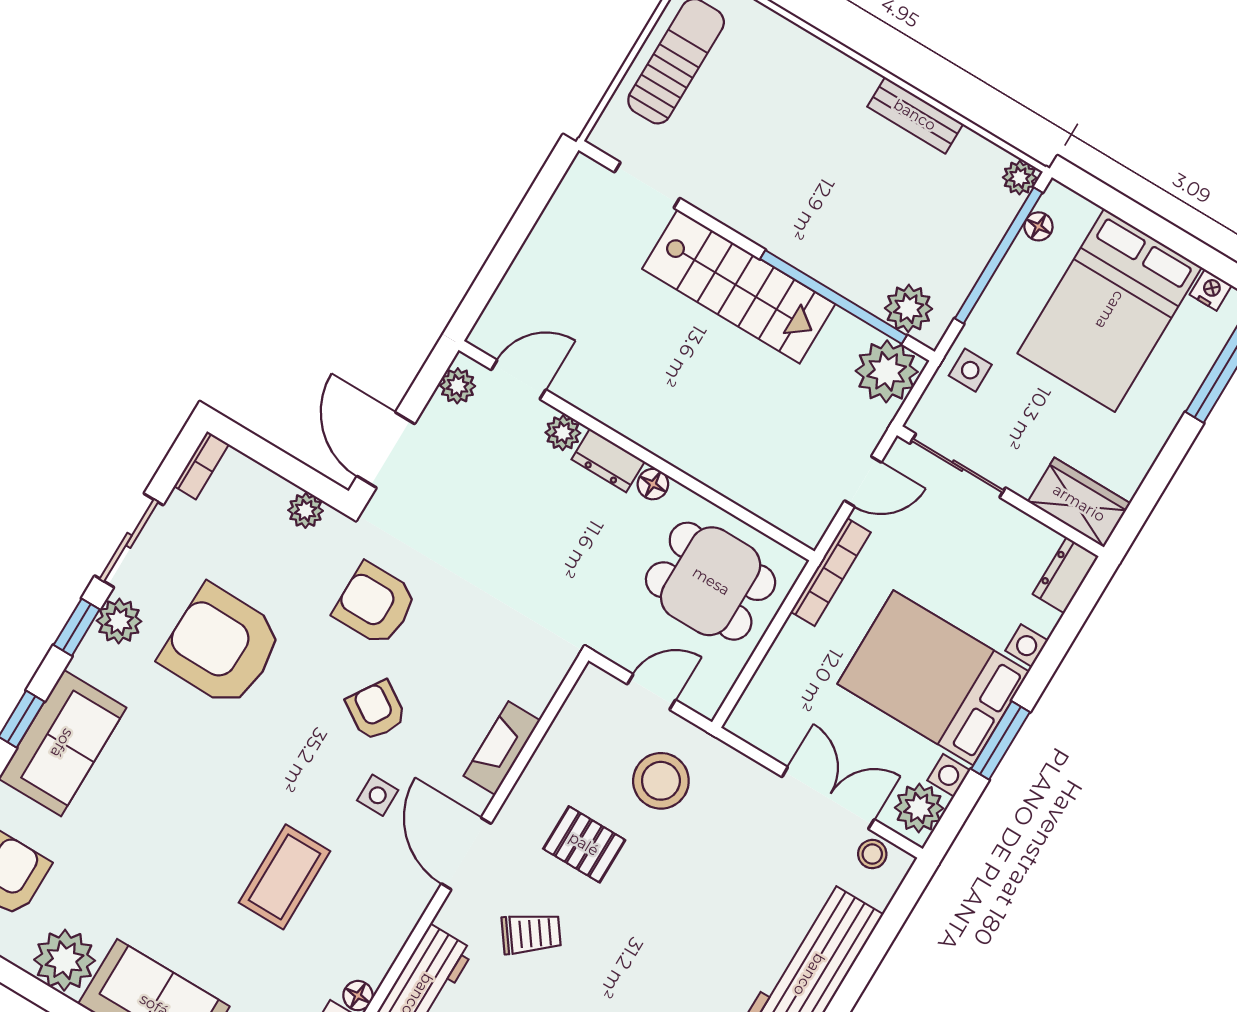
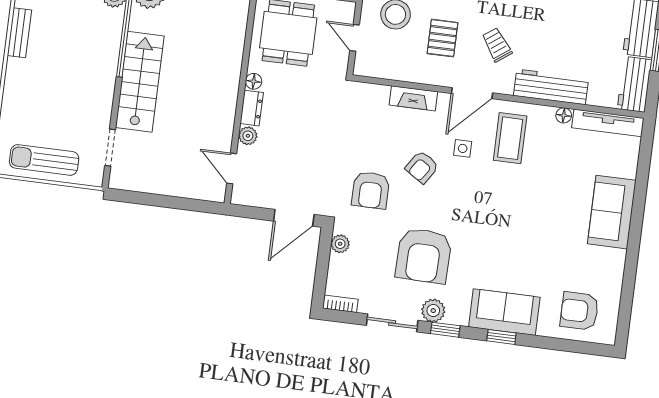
plant: (458, 386) -> (248, 197), removed
coffee table: (284, 877) -> (510, 138), moved, turned 90
plant: (65, 960) -> (609, 265), removed

